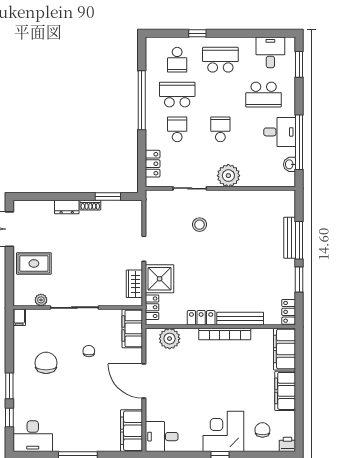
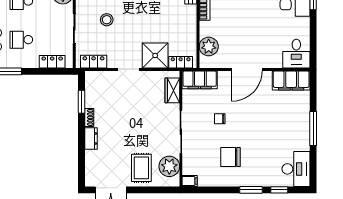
wardrobe: (134, 284) -> (172, 90), moved, turned 90
plant: (41, 300) -> (169, 166), width x1.88, depth x1.88
locker: (201, 318) -> (94, 62), moved, turned 90

